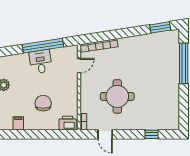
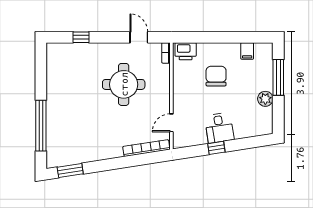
window: (43, 46) -> (216, 148), width x0.32
chair: (43, 103) -> (216, 76), turned 180

